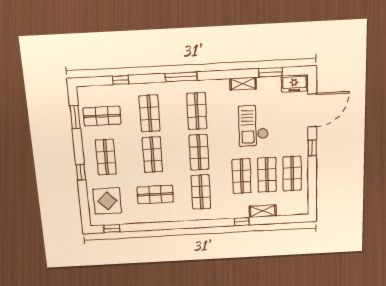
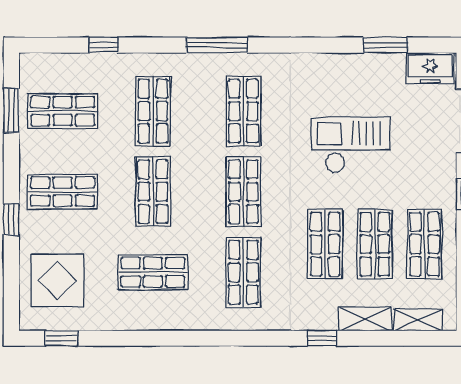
shelving: (243, 84) -> (418, 320), moved
checkout: (253, 126) -> (351, 145), turned 90
shop shelf: (106, 157) -> (63, 192), turned 90

